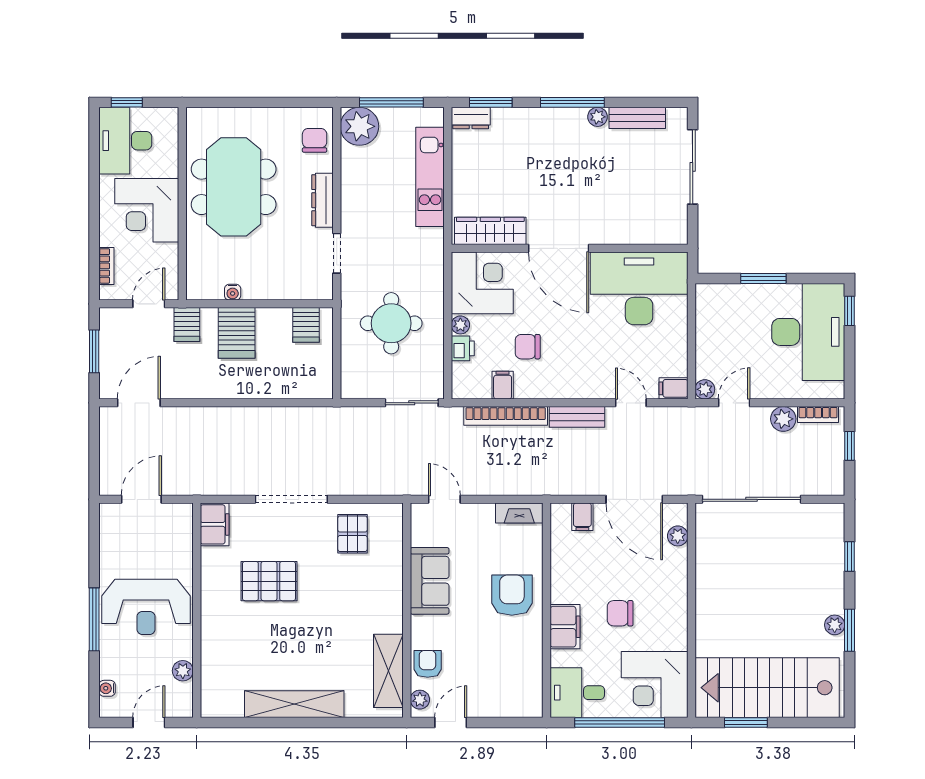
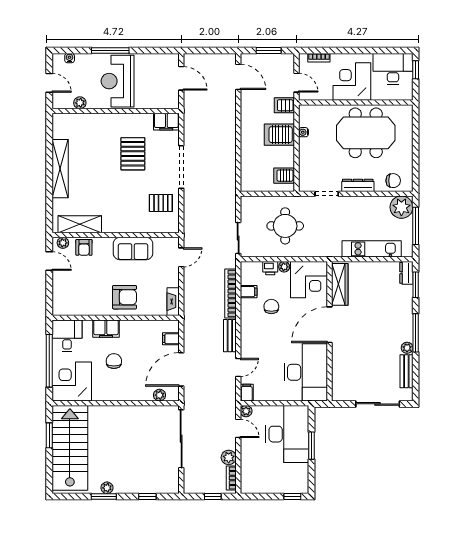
desk: (808, 332) -> (287, 434), moved, turned -90
armchair: (428, 664) -> (84, 247), turned 90

